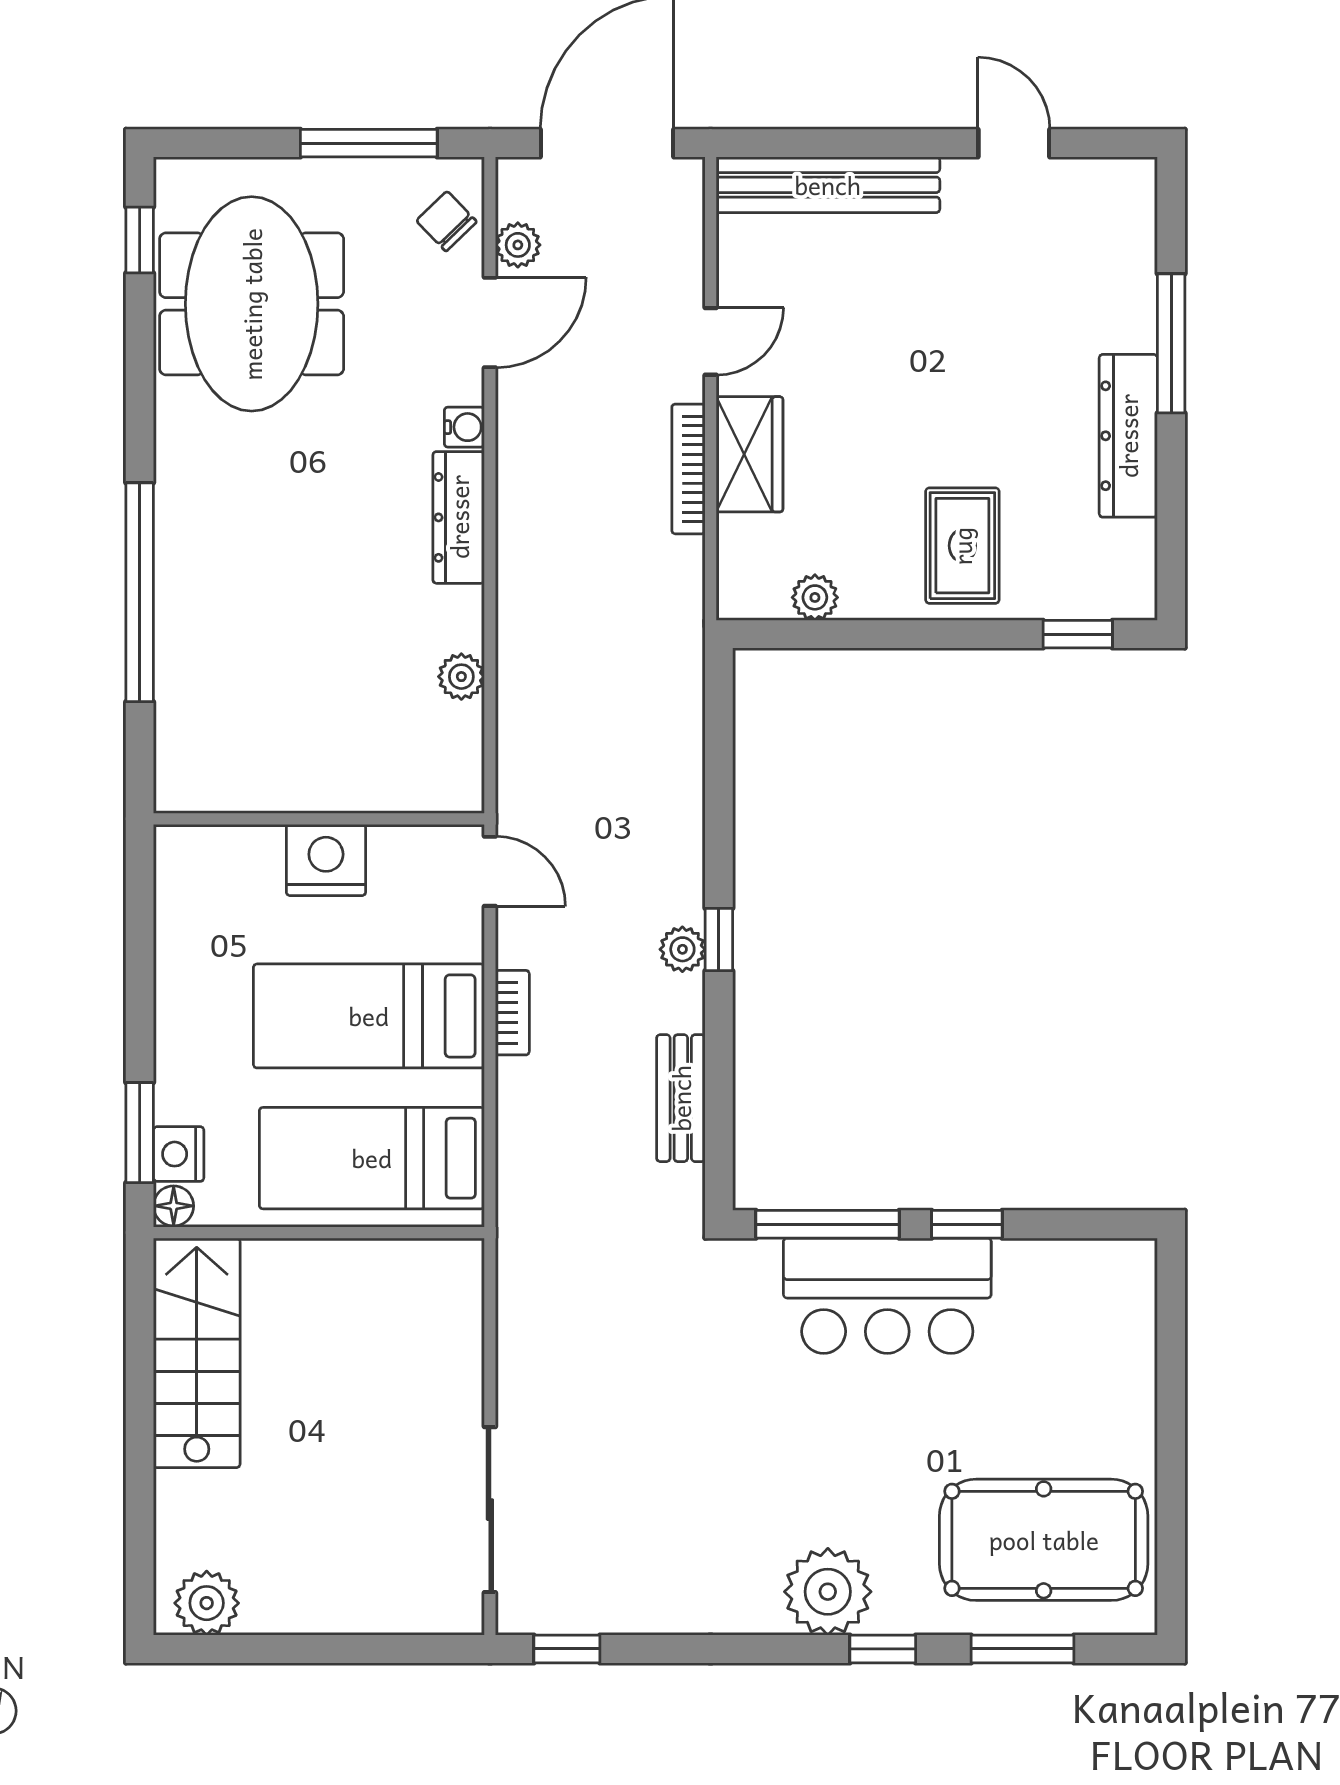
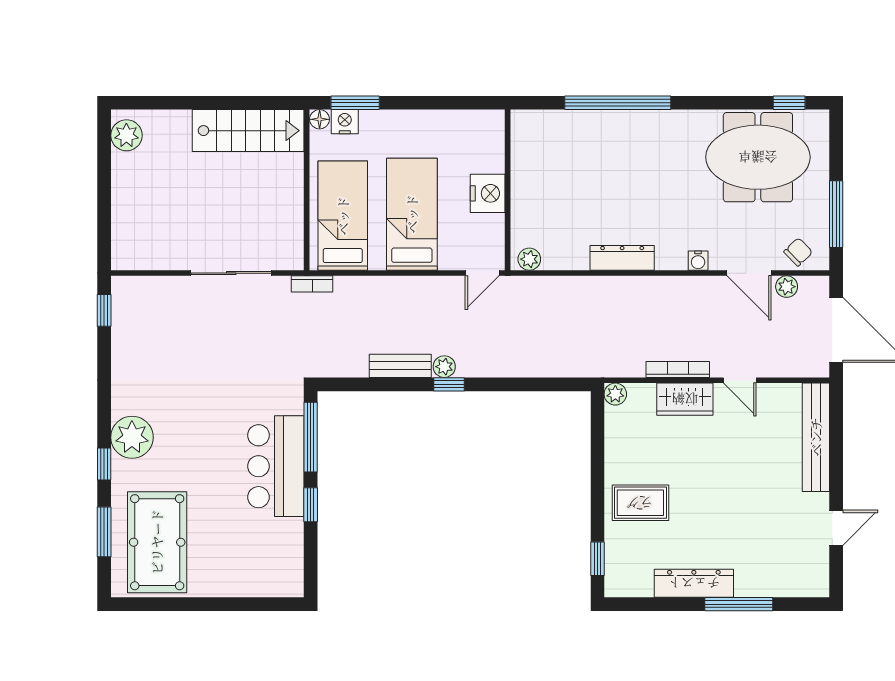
dresser: (459, 517) -> (622, 258), moved
plant: (815, 597) -> (615, 394), moved
plant: (461, 677) -> (529, 259), moved
bookcase: (512, 1013) -> (312, 284), moved
bench: (681, 1098) -> (400, 366), moved
sliding door: (490, 1510) -> (231, 273), moved

